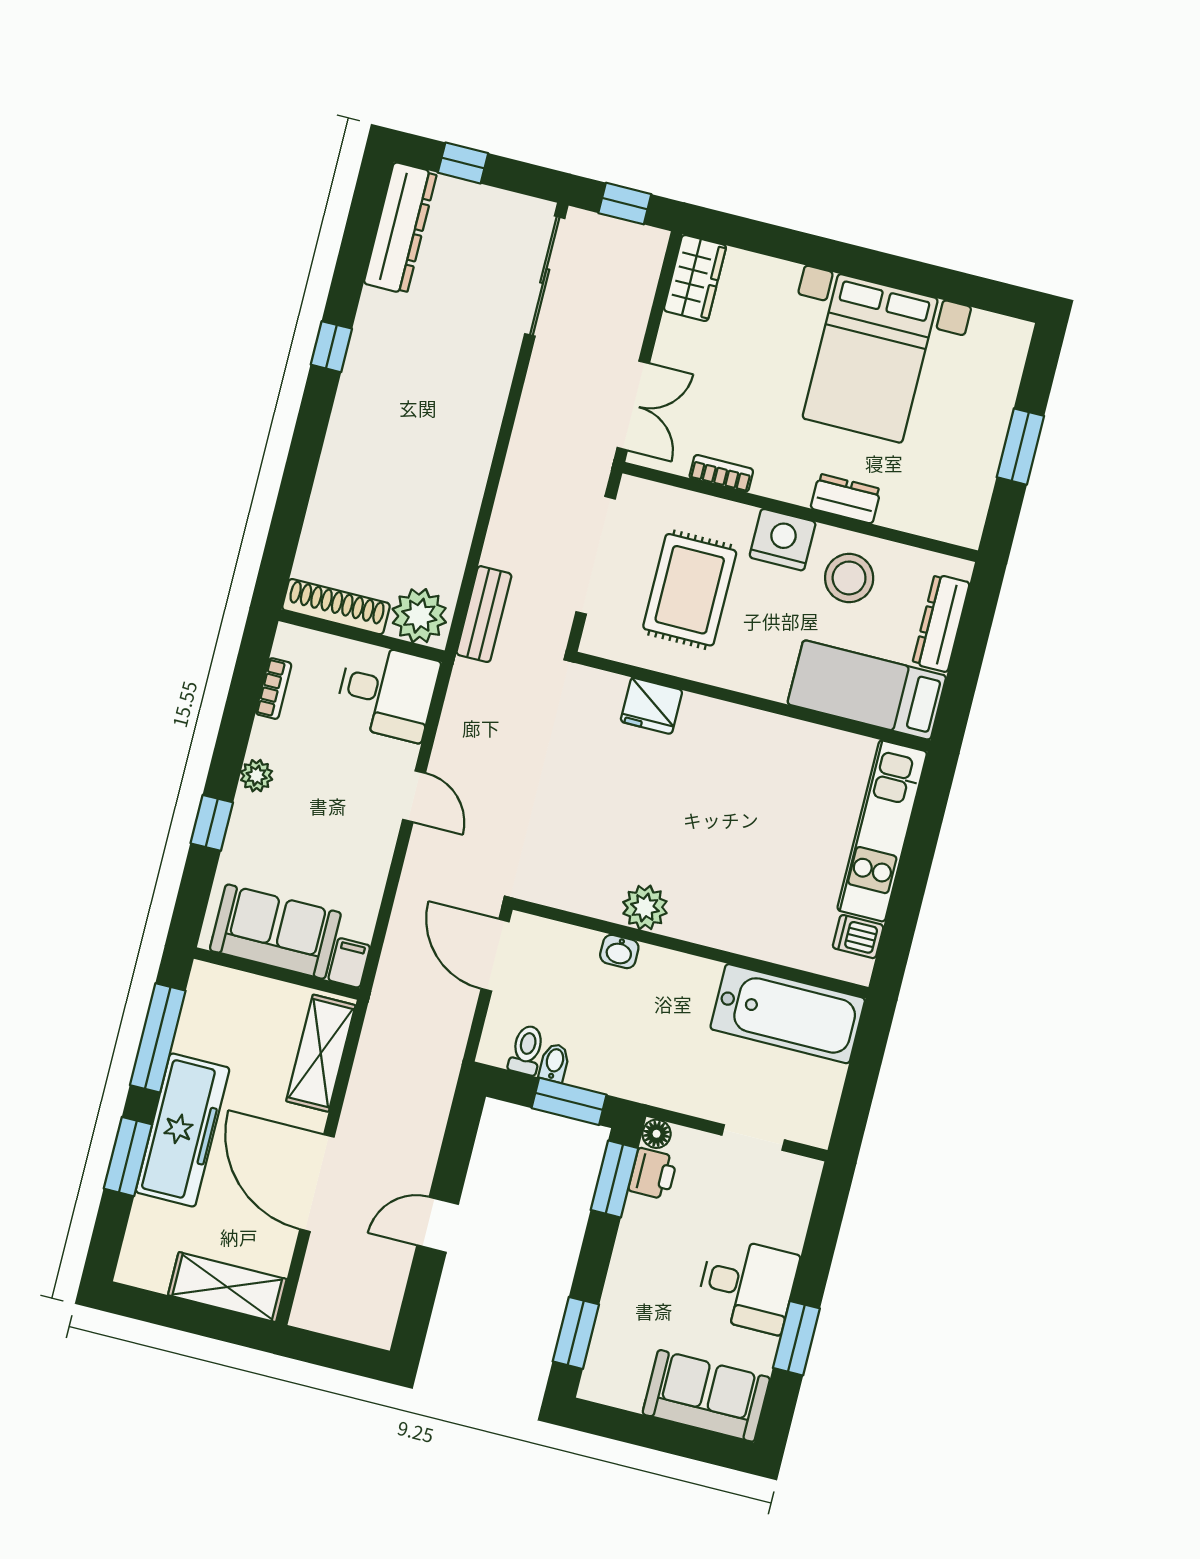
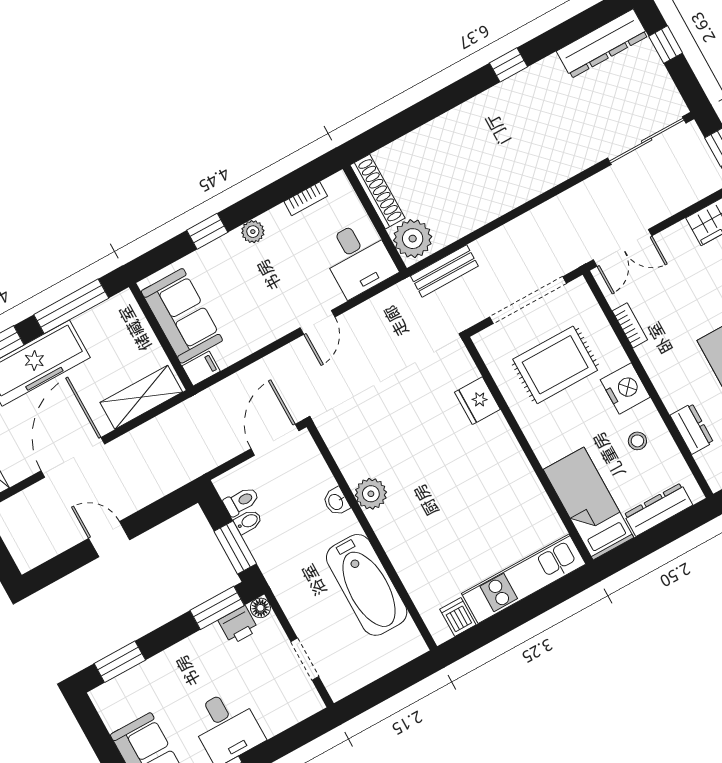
dresser: (846, 499) -> (692, 429), moved
stool: (849, 578) -> (637, 441), width x0.53, depth x0.53
bathtub: (788, 1014) -> (367, 585), moved

